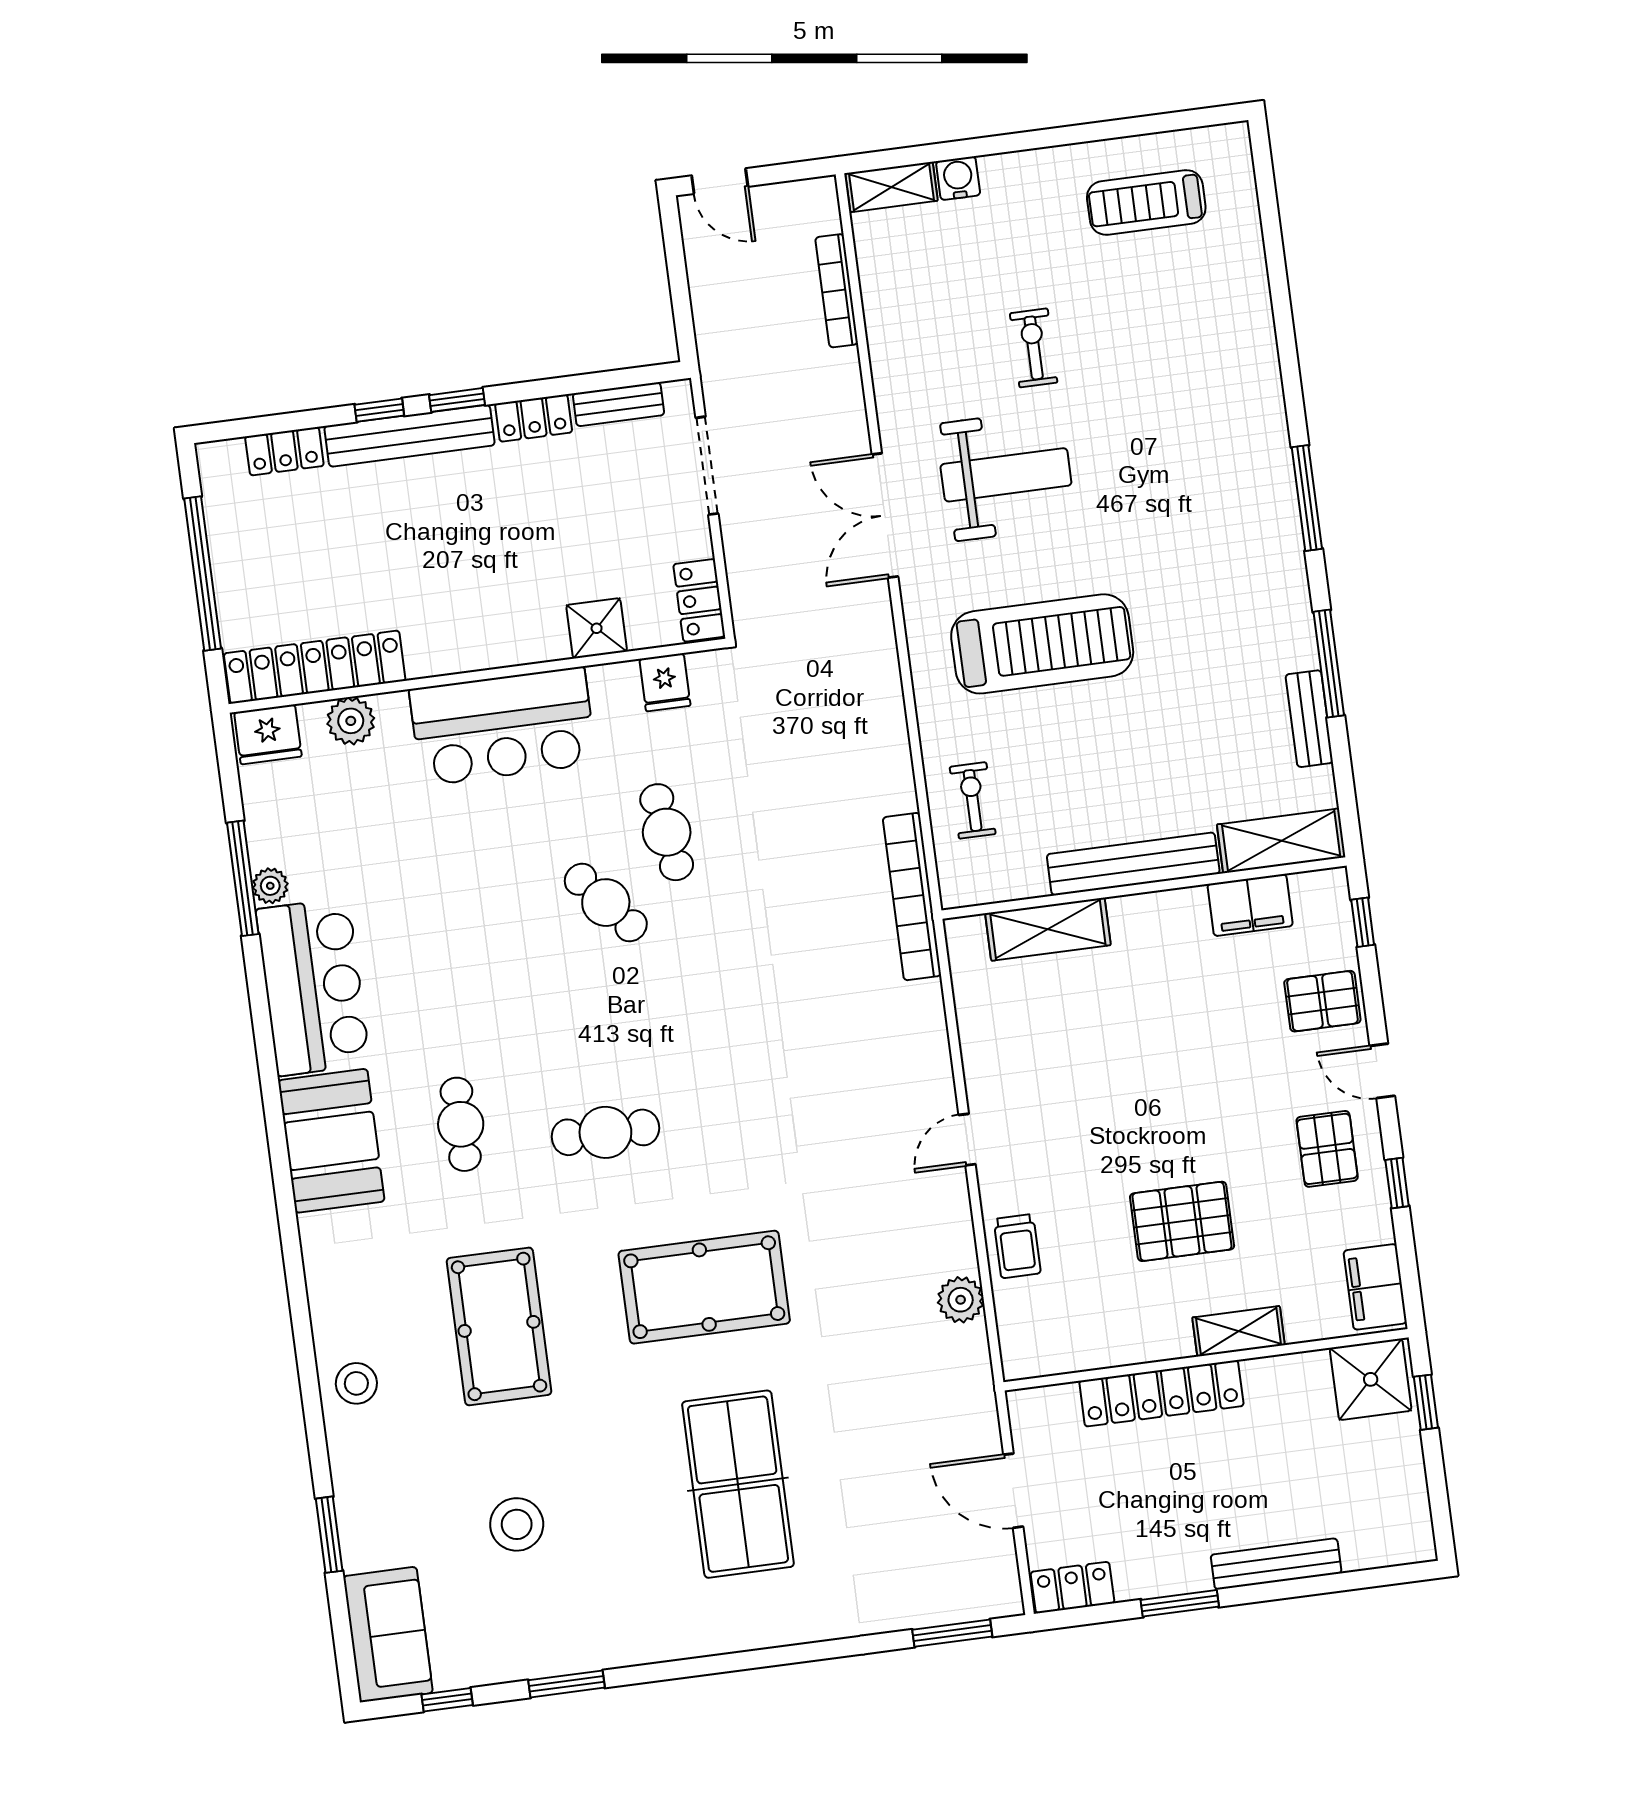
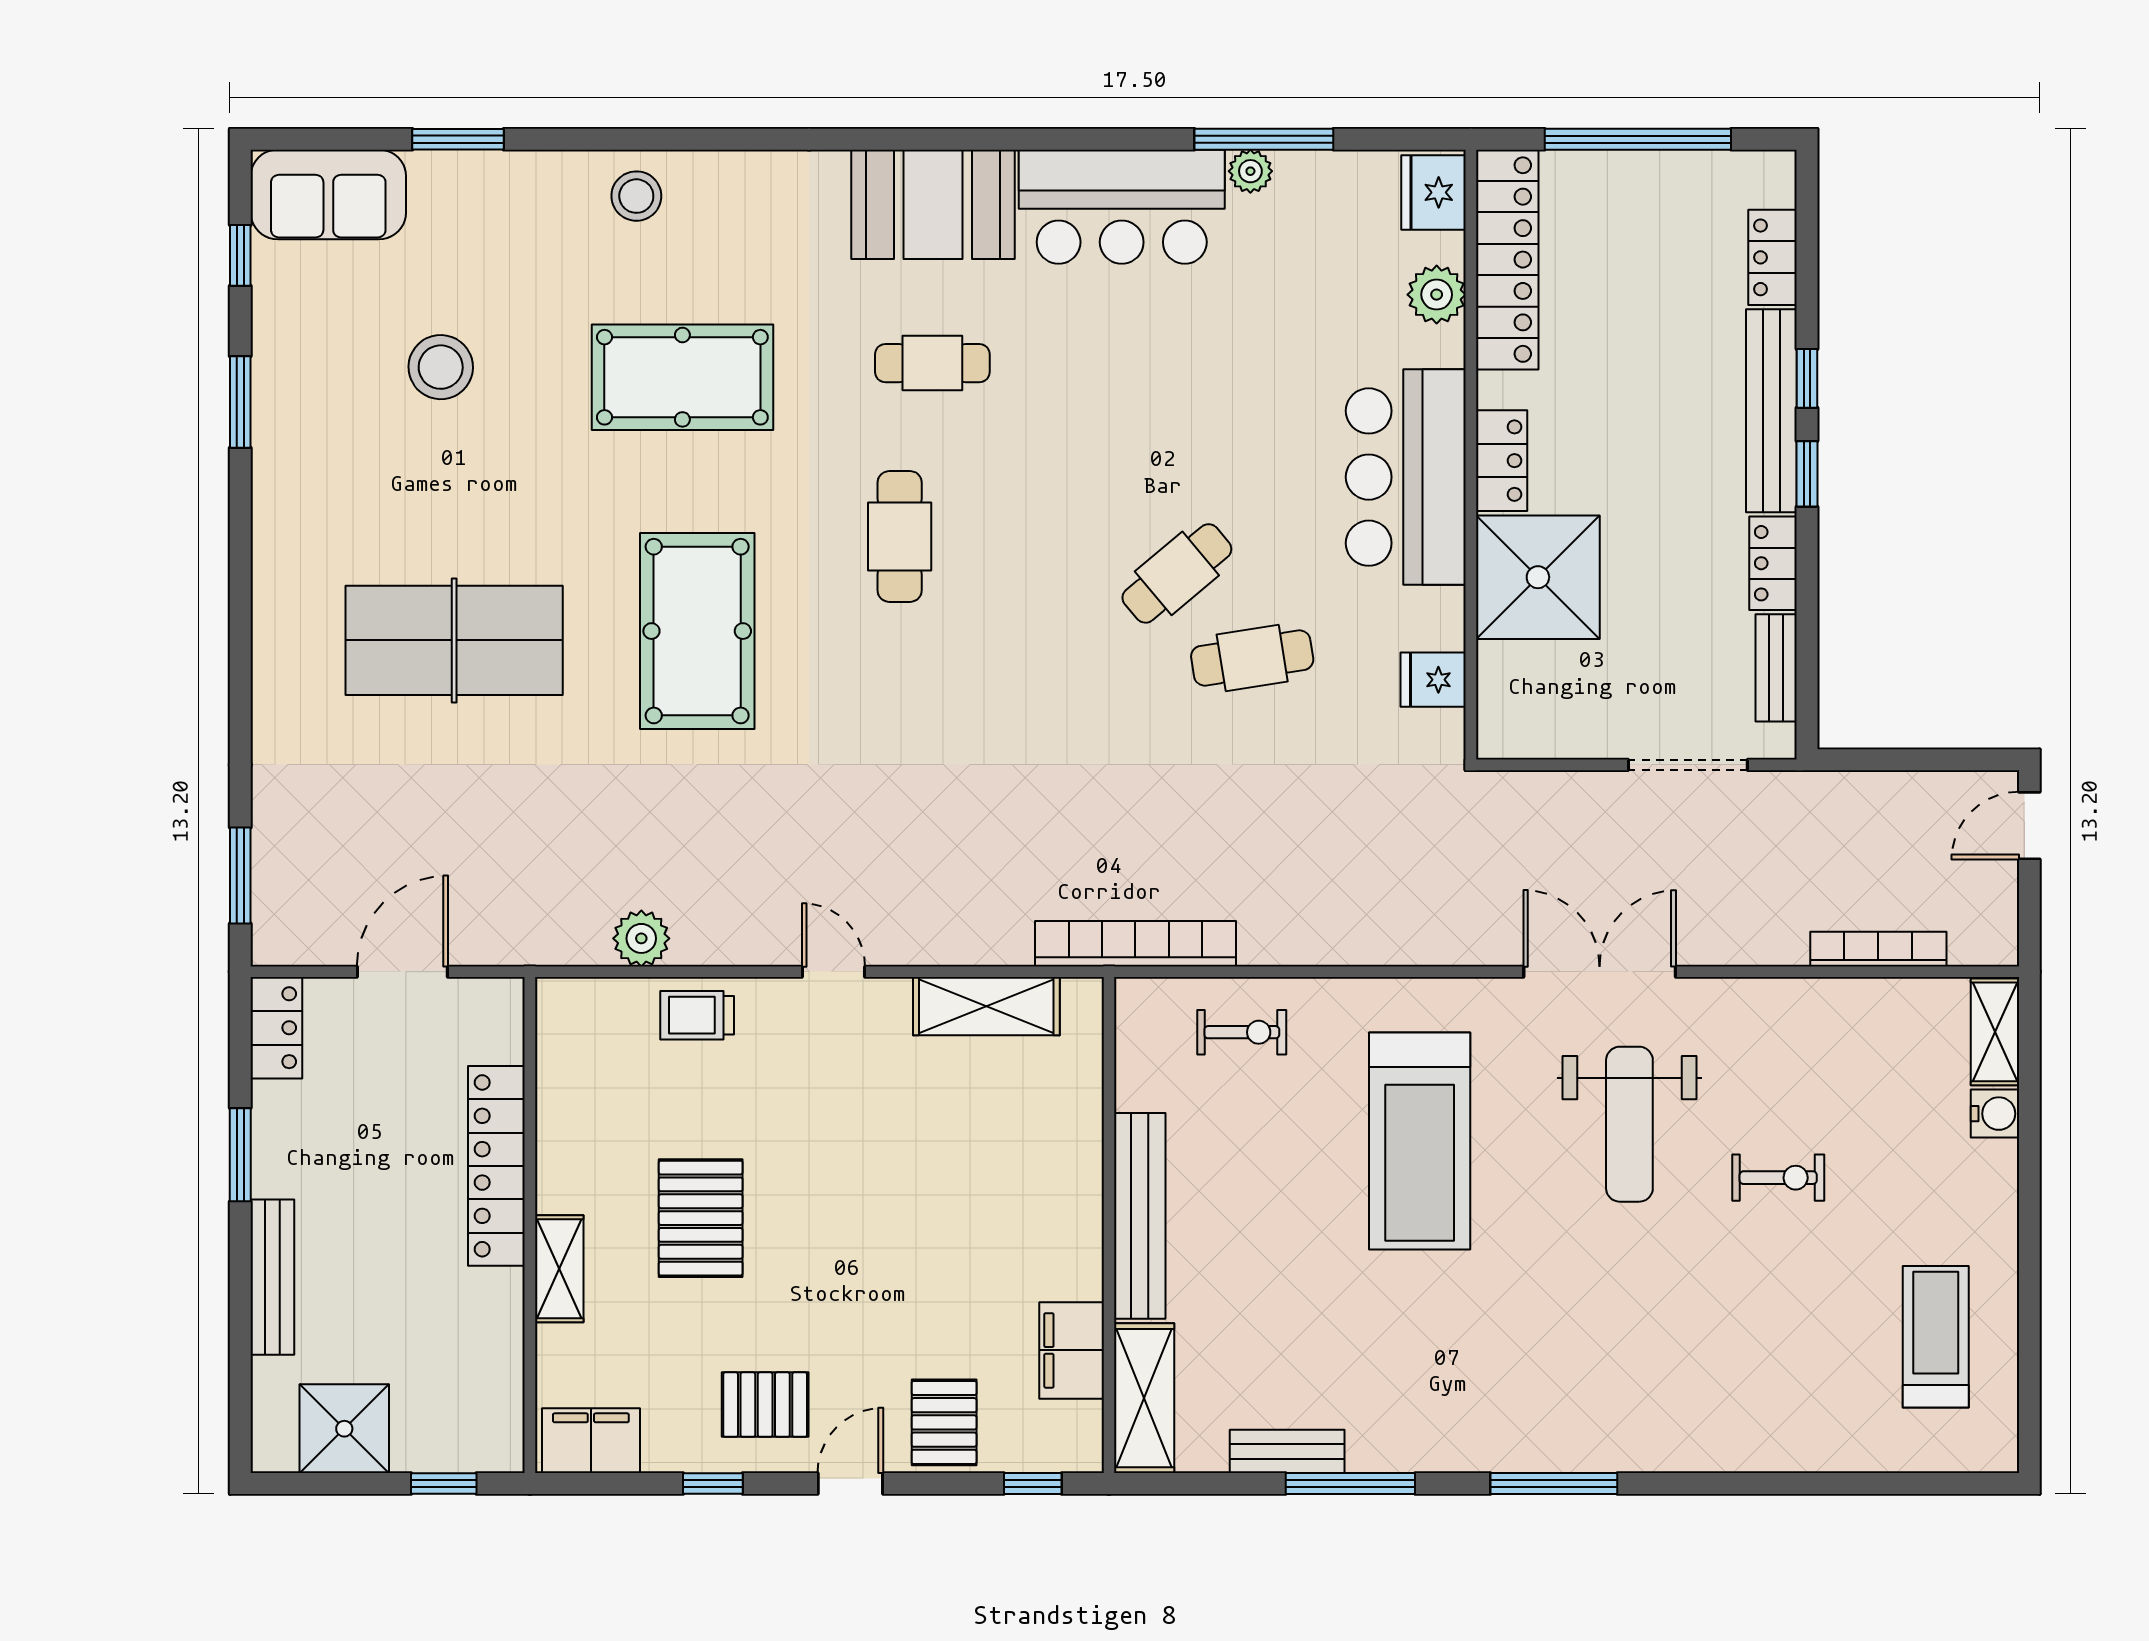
locker: (699, 600) -> (1502, 461), moved, turned 90
shower: (597, 628) -> (1538, 577), width x1.86, depth x1.86
shelving: (1048, 929) -> (986, 1006), moved, turned 90
shower: (1371, 1379) -> (344, 1429), moved

